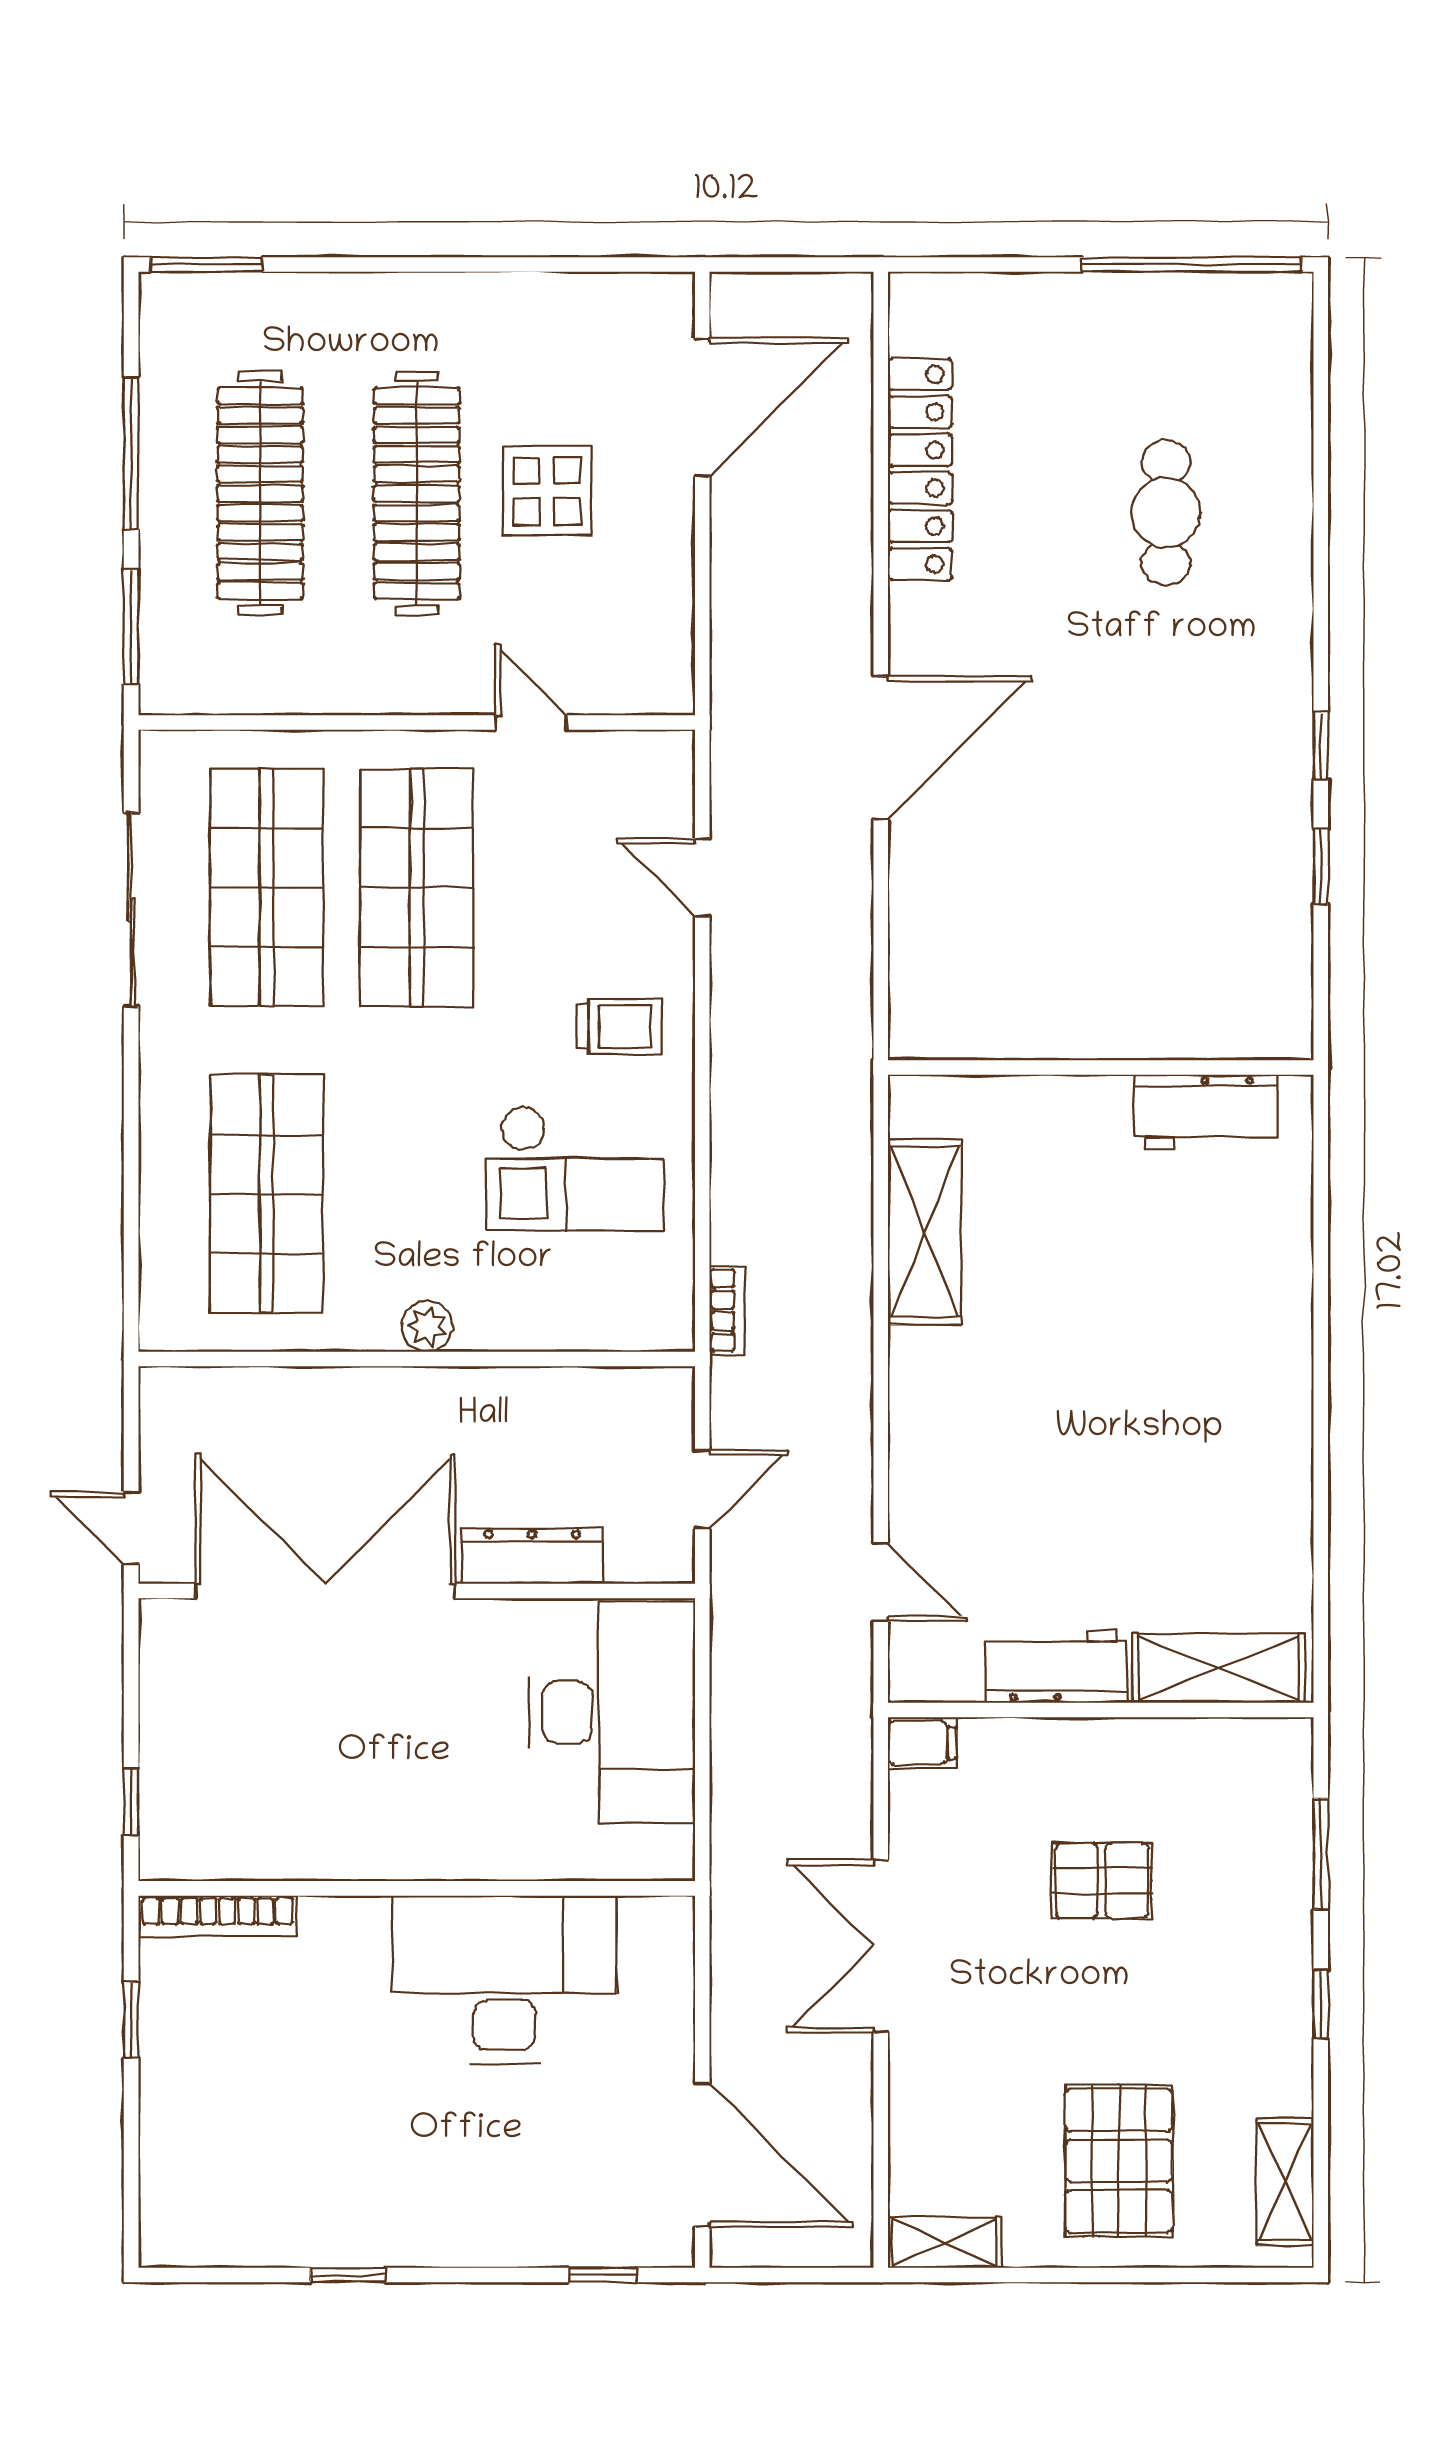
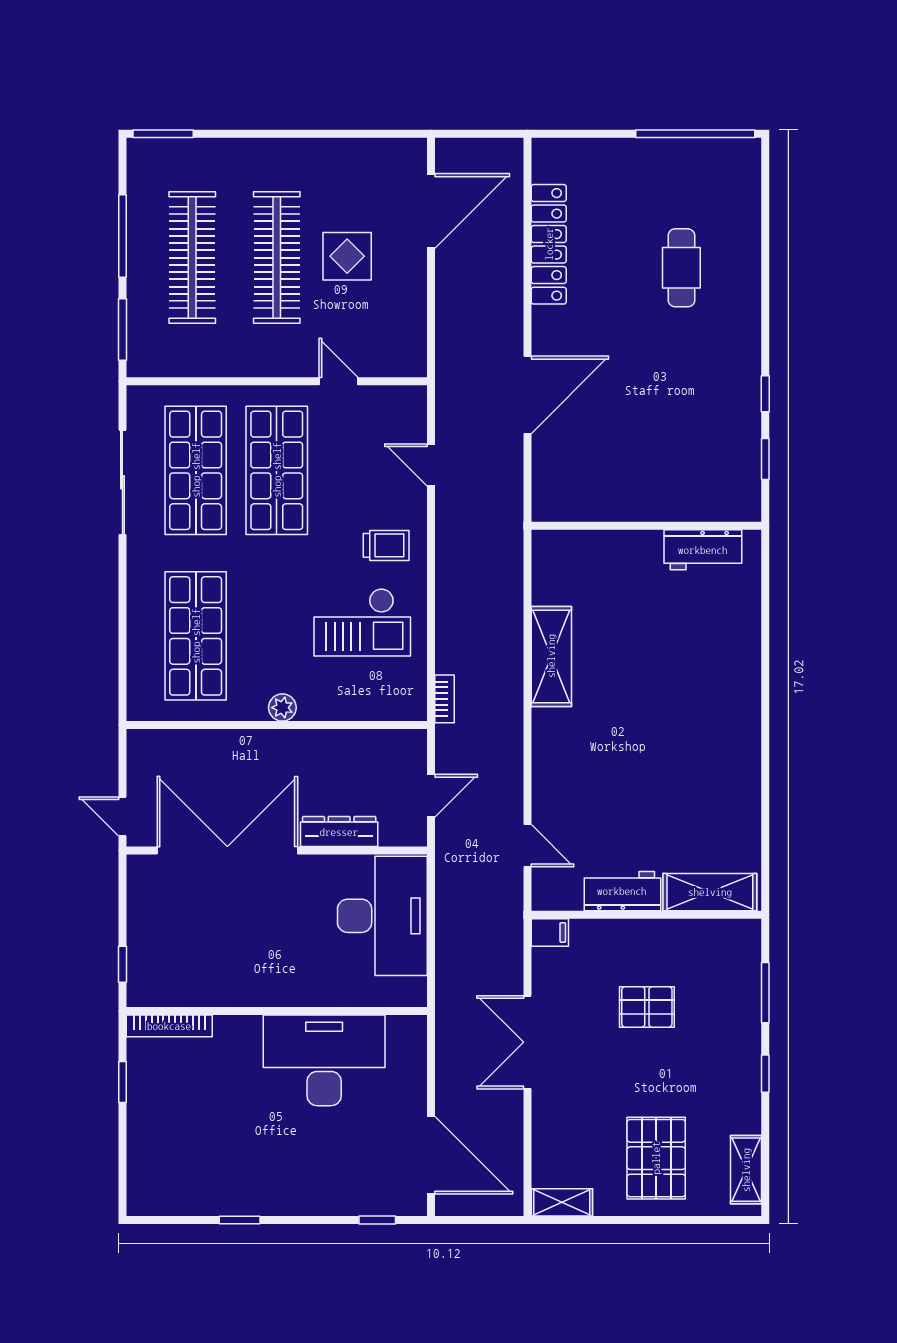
wall: (1101, 1067) -> (646, 526), moved
workbench: (1206, 1112) -> (703, 550), moved

